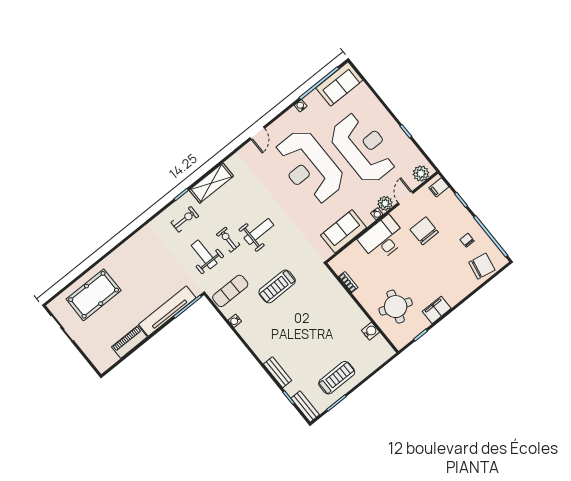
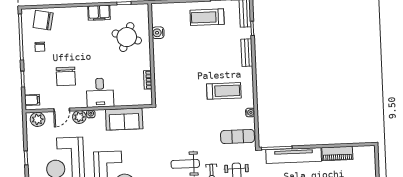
desk: (383, 239) -> (100, 93), width x0.73
treadmill: (277, 286) -> (224, 91), moved

